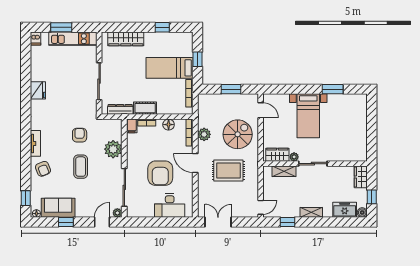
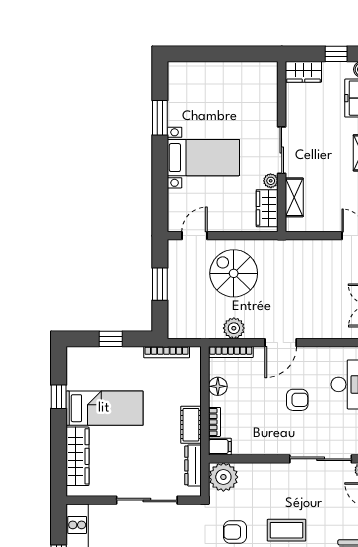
bed: (170, 68) -> (104, 408), moved, turned -90
plant: (113, 149) -> (223, 477), moved
rug: (228, 171) -> (293, 288), removed
armchair: (160, 173) -> (297, 400), width x0.53, depth x0.53

